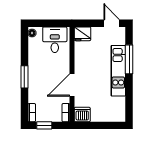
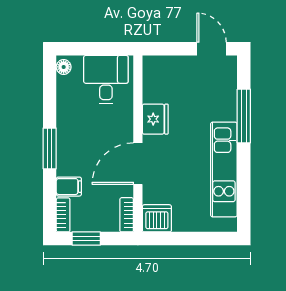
fridge: (82, 34) -> (155, 119), moved, turned -90
kitchen unit: (118, 71) -> (224, 170), moved
filing cabinet: (35, 97) -> (69, 187), added

